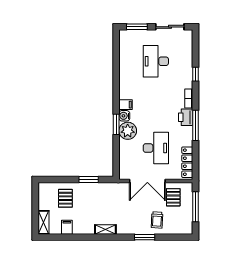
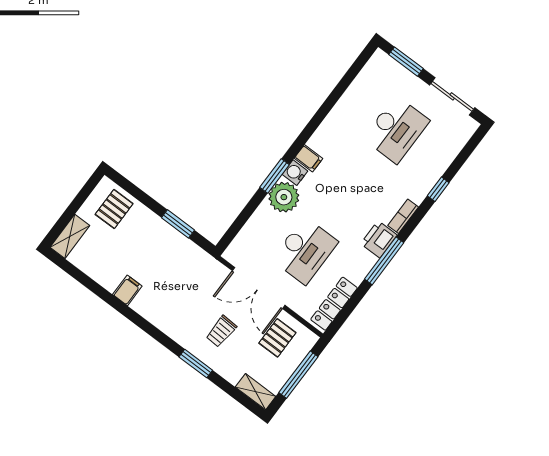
desk: (156, 61) -> (396, 130), turned 180
pallet: (65, 198) -> (114, 209), moved
trolley: (157, 220) -> (221, 331), moved
filing cabinet: (67, 227) -> (127, 290), moved
shelving: (105, 229) -> (256, 392), moved

